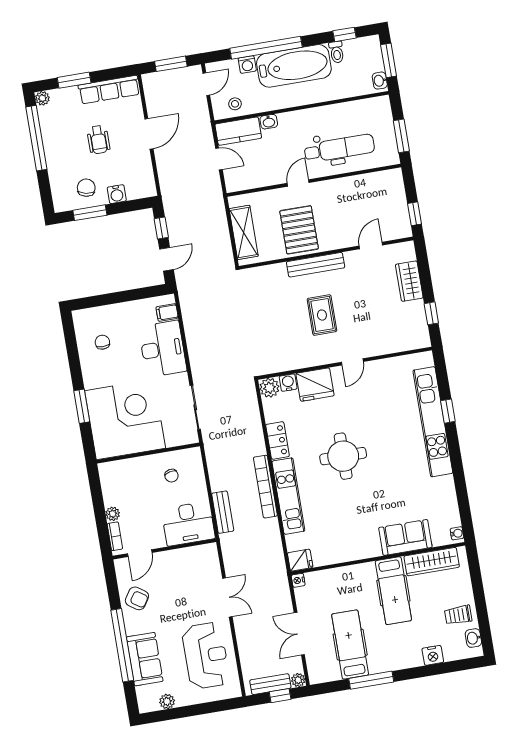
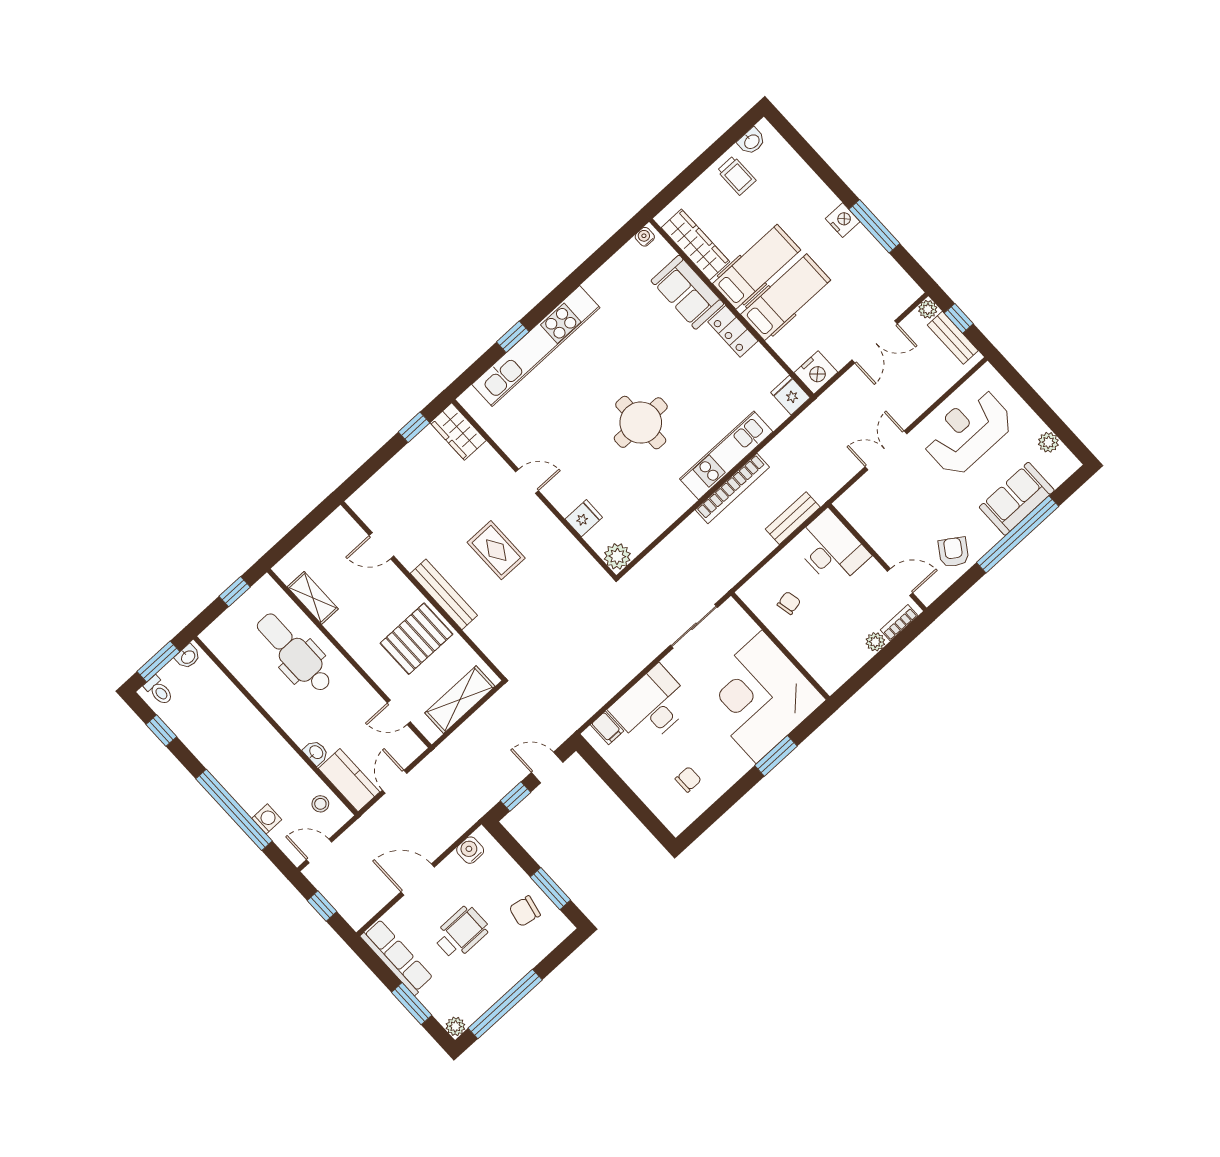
toilet: (337, 52) -> (159, 691), moved, turned 90
window: (171, 64) -> (322, 906), width x0.67
bathtub: (294, 66) -> (234, 765), removed
window: (401, 136) -> (235, 592), width x0.67
wheelchair: (98, 140) -> (461, 932), width x1.36, depth x1.37
shelving: (366, 182) -> (313, 598), added
door: (298, 183) -> (399, 712), moved
water cooler: (117, 194) -> (470, 850), moved, turned -90
window: (415, 214) -> (313, 519), removed
wardrobe: (409, 281) -> (458, 432), moved, turned 90
rug: (322, 315) -> (496, 550), turned 90
chair: (102, 342) -> (688, 779), turned 180
water cooler: (288, 383) -> (598, 539), removed
fridge: (315, 385) -> (584, 518), width x0.53, depth x0.75
locker: (278, 440) -> (733, 331), moved, turned -90
nightstand: (298, 580) -> (816, 372), width x1.89, depth x1.79
hospital bed: (350, 645) -> (786, 297), moved, turned 180
nightstand: (433, 655) -> (843, 220), moved

